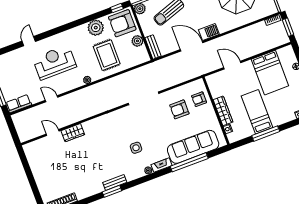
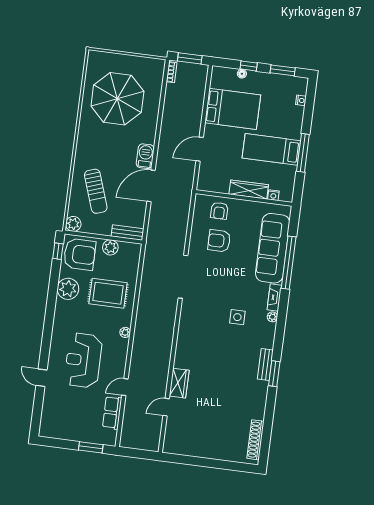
armchair: (122, 23) -> (80, 254), turned -90
row of seats: (19, 104) -> (112, 413), moved
armchair: (179, 109) -> (219, 241), turned 90

